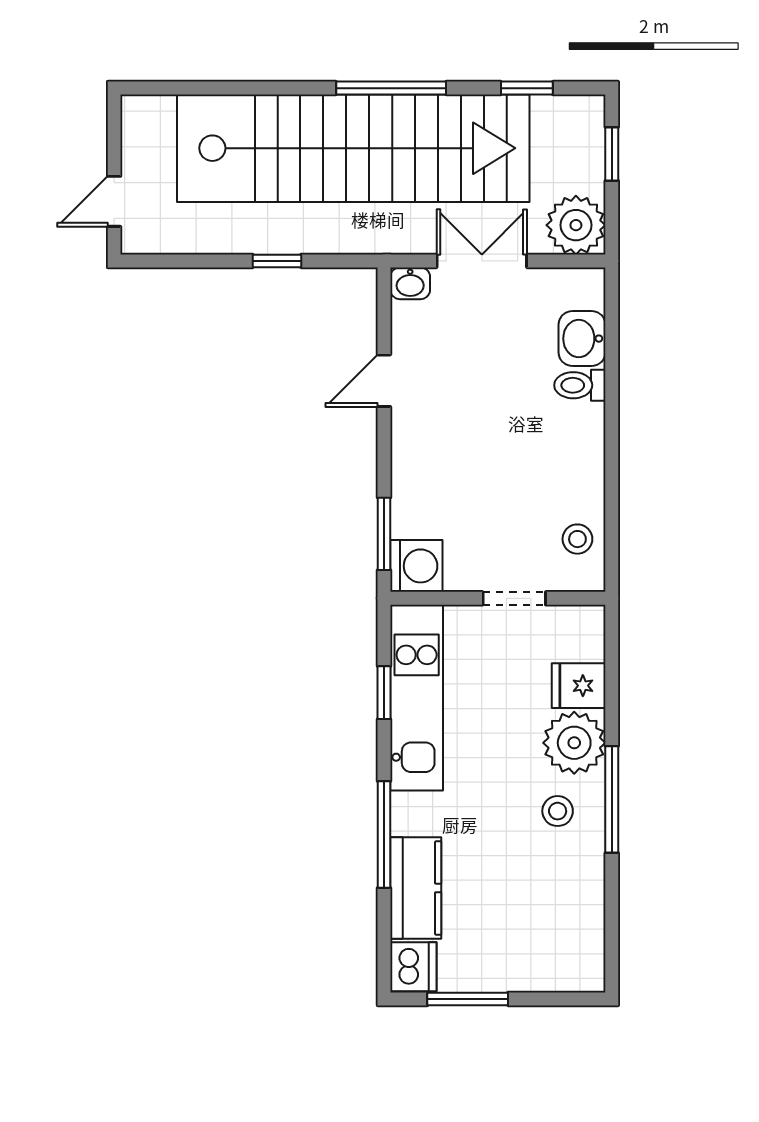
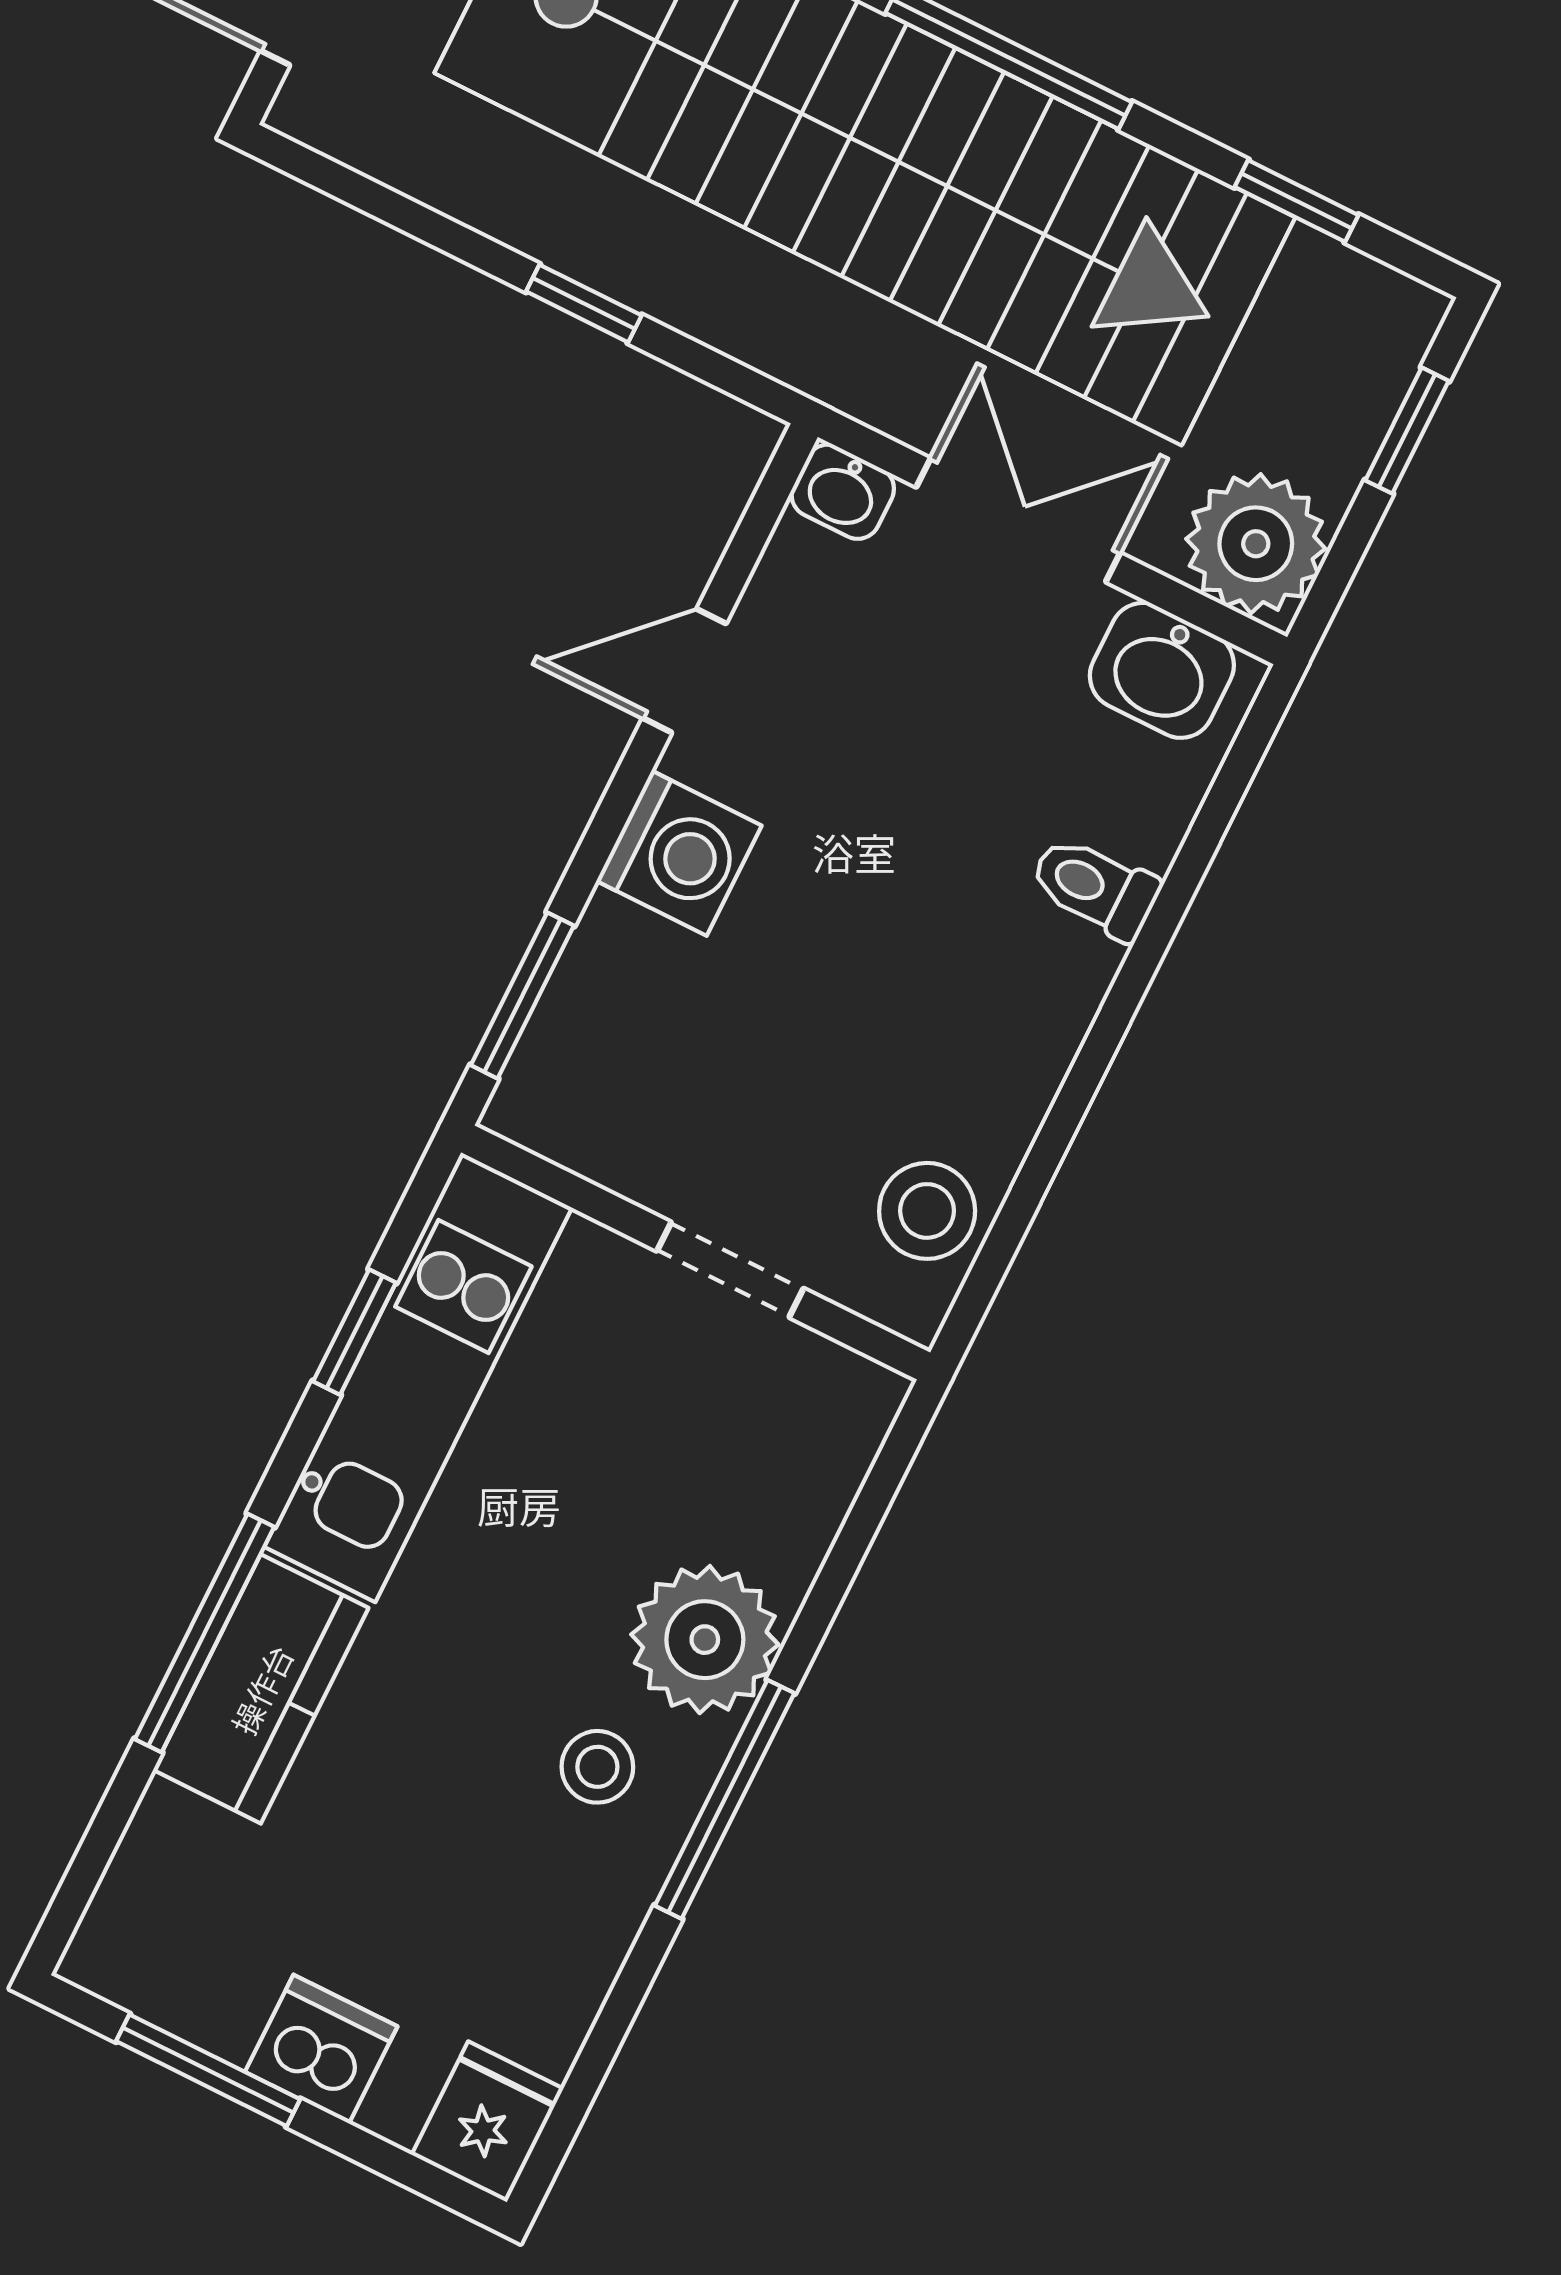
washbasin: (582, 339) -> (1162, 670), moved, turned -90
stool: (577, 539) -> (927, 1211), width x1.37, depth x1.37
washing machine: (416, 566) -> (679, 853), moved
fridge: (579, 686) -> (488, 2122), moved, turned 90
kitchen counter: (416, 888) -> (261, 1689), moved
dishwasher: (413, 967) -> (321, 2049), moved, turned -90

